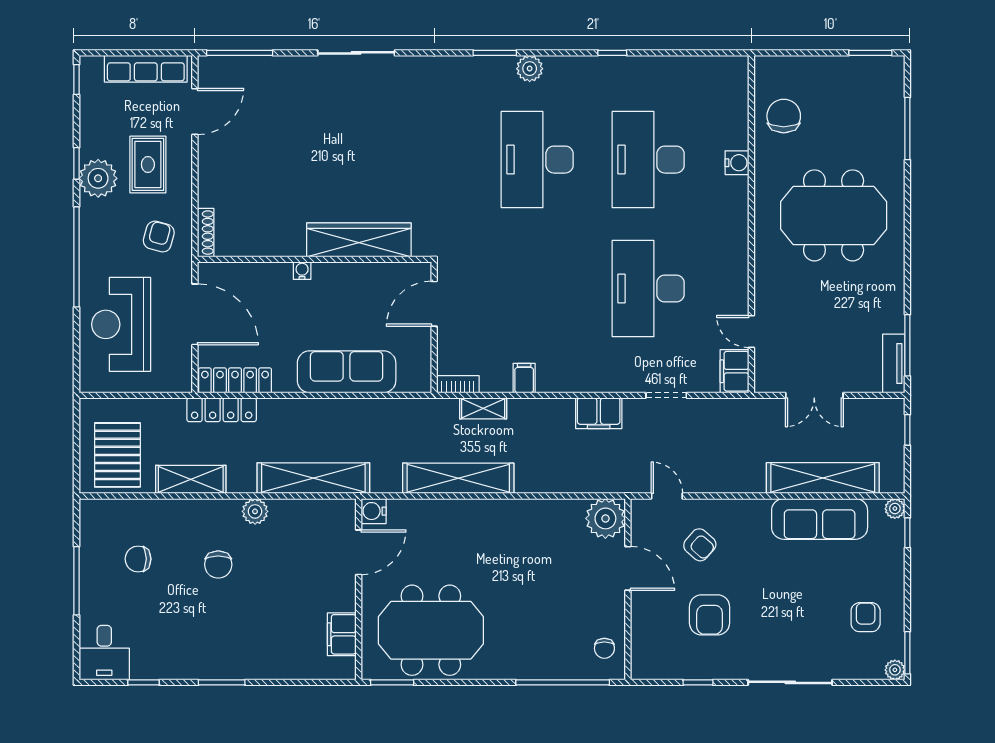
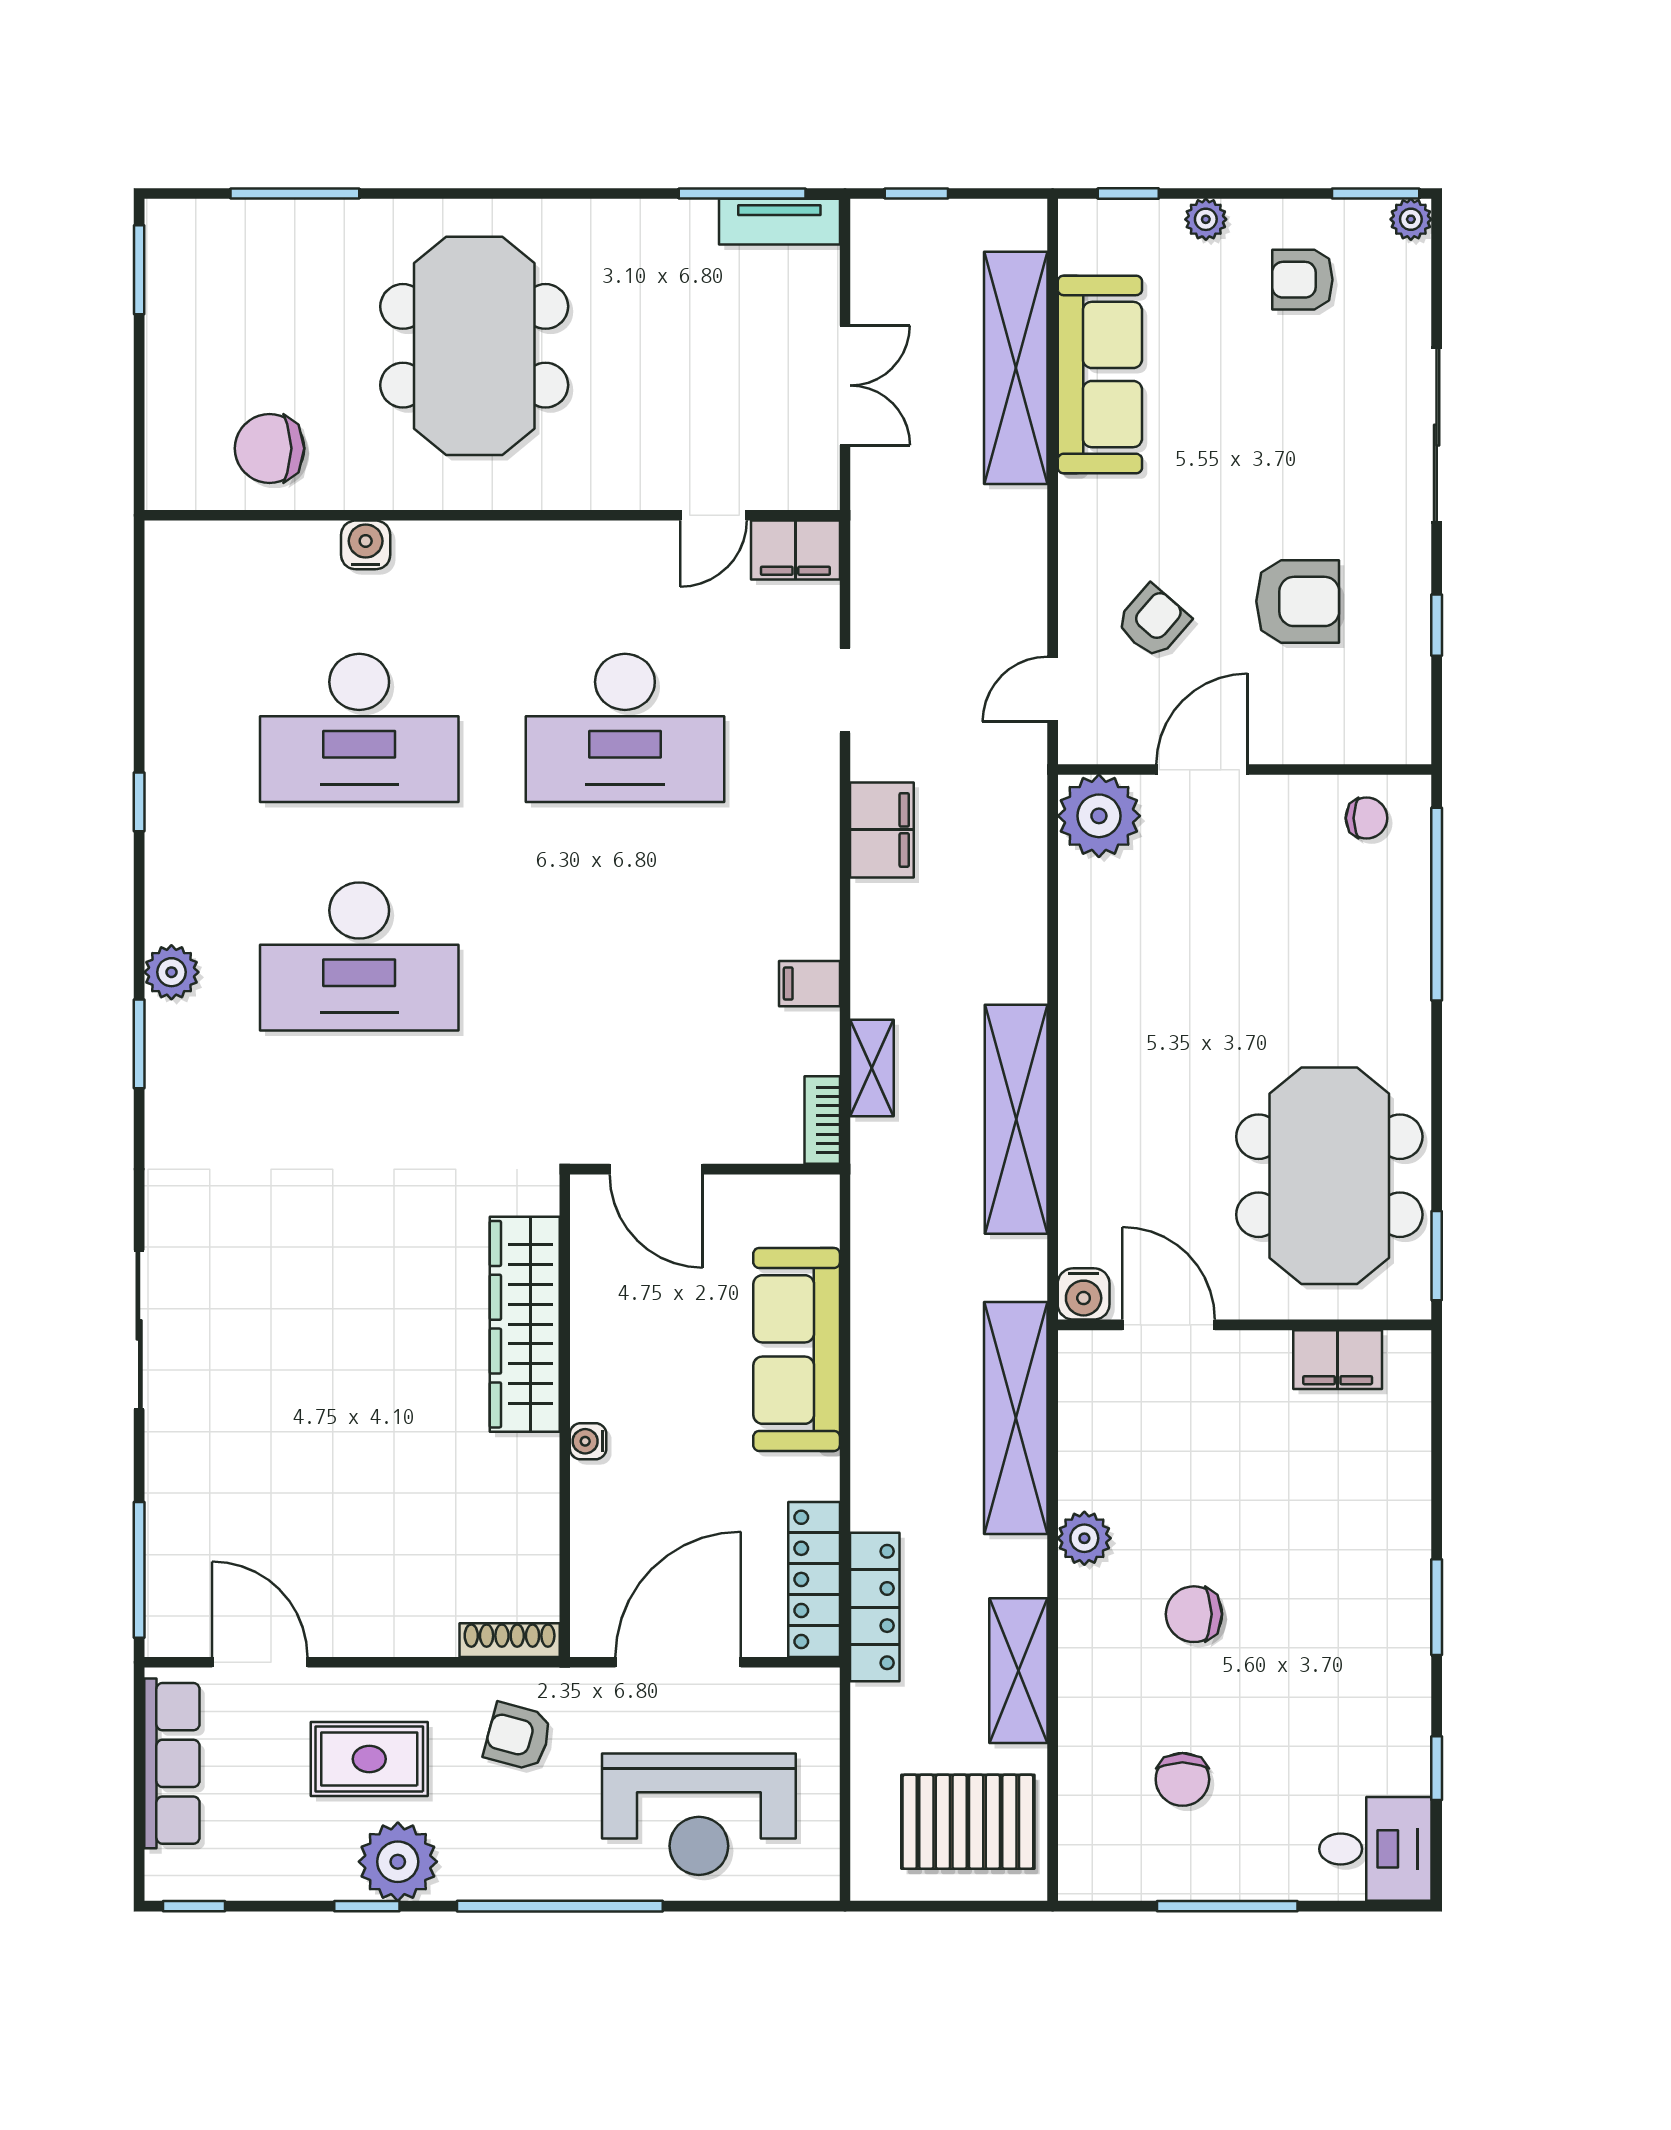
plant: (895, 509) -> (1206, 219), moved
chair: (218, 565) -> (1194, 1614), turned 180

